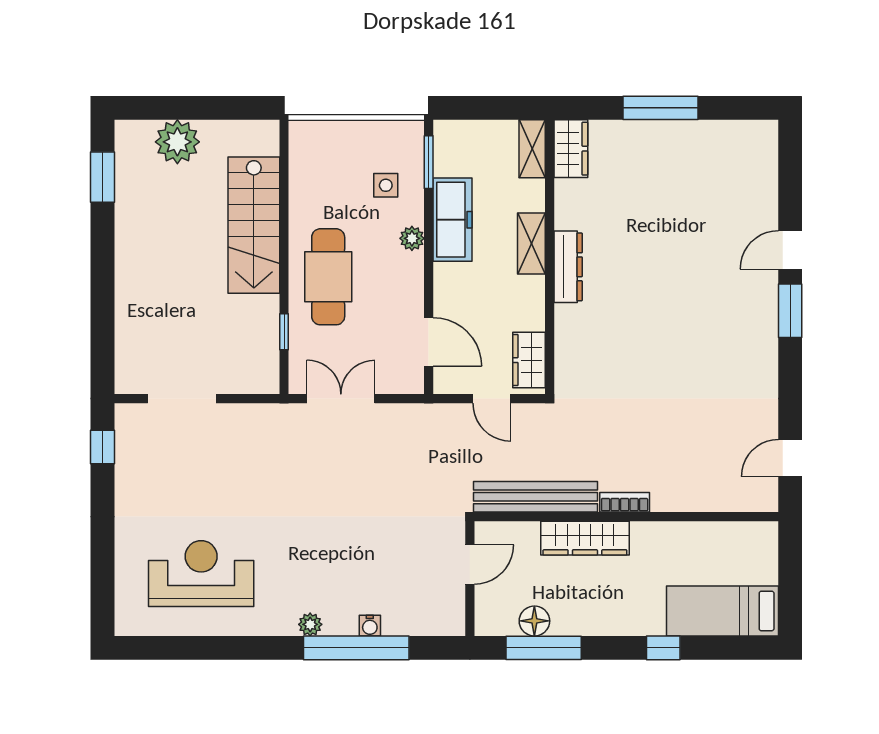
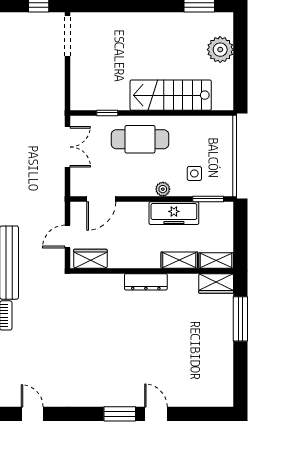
window: (660, 108) -> (240, 319), moved
shelving: (531, 244) -> (179, 260), moved
doorway: (182, 399) -> (68, 36), moved

